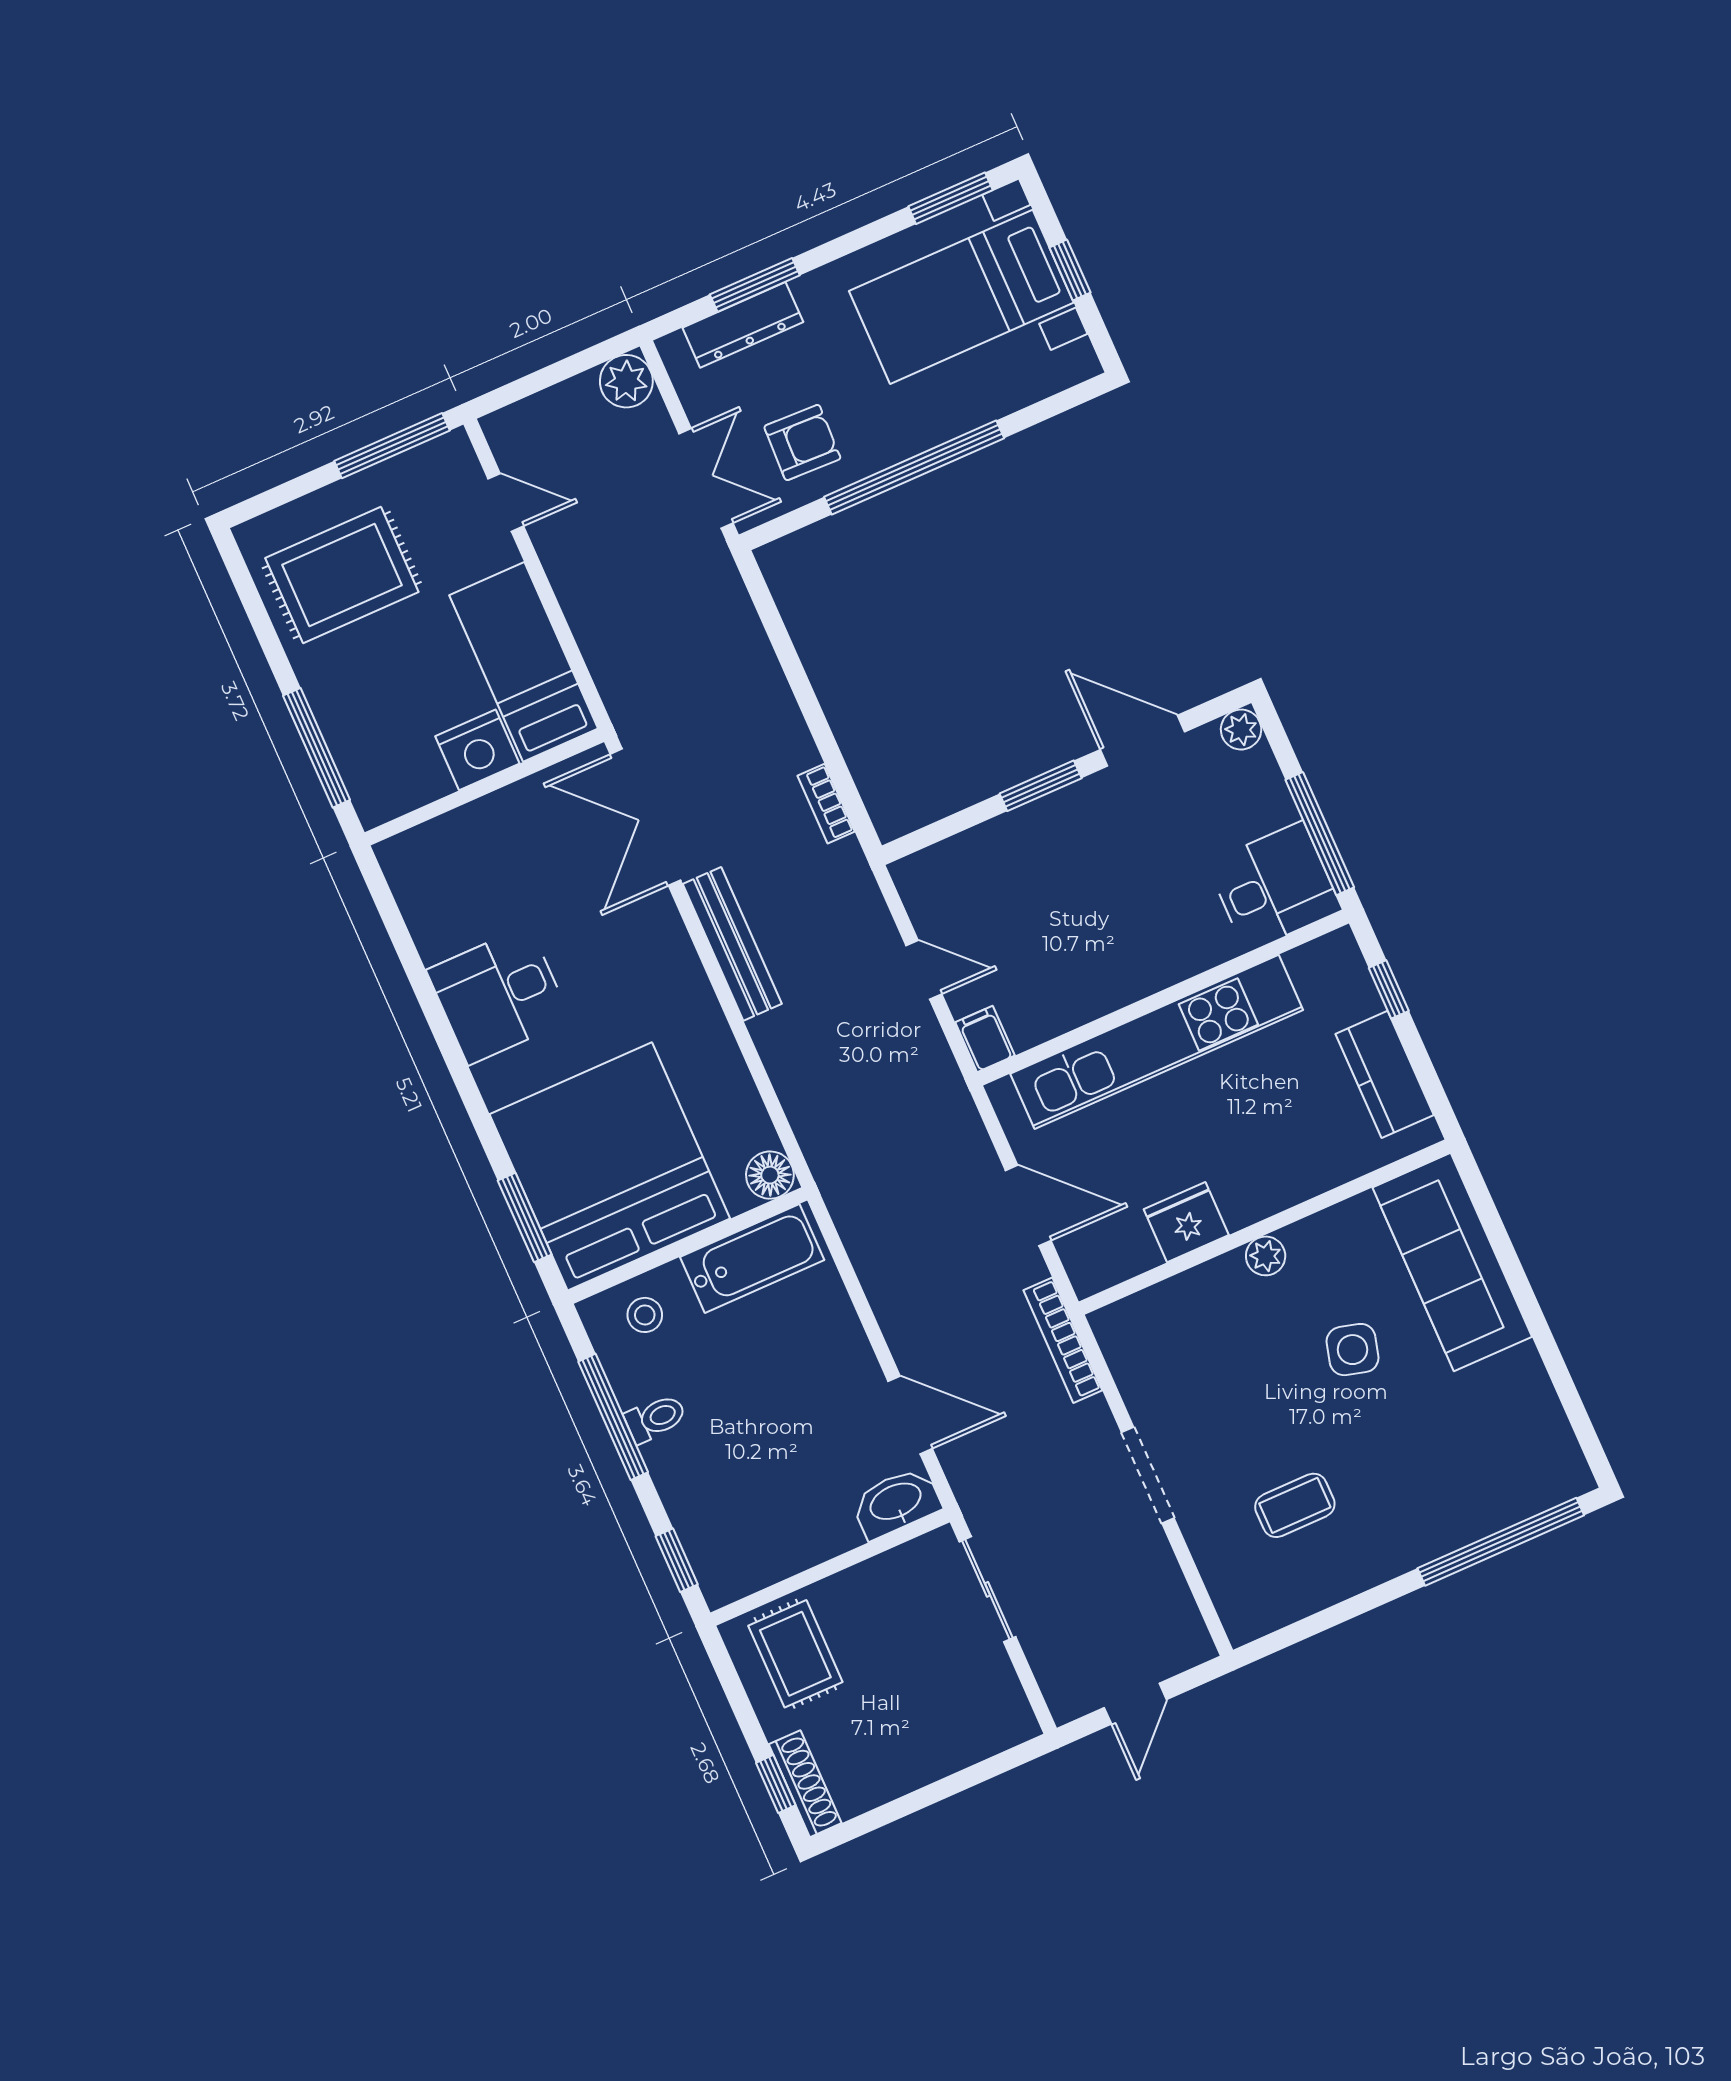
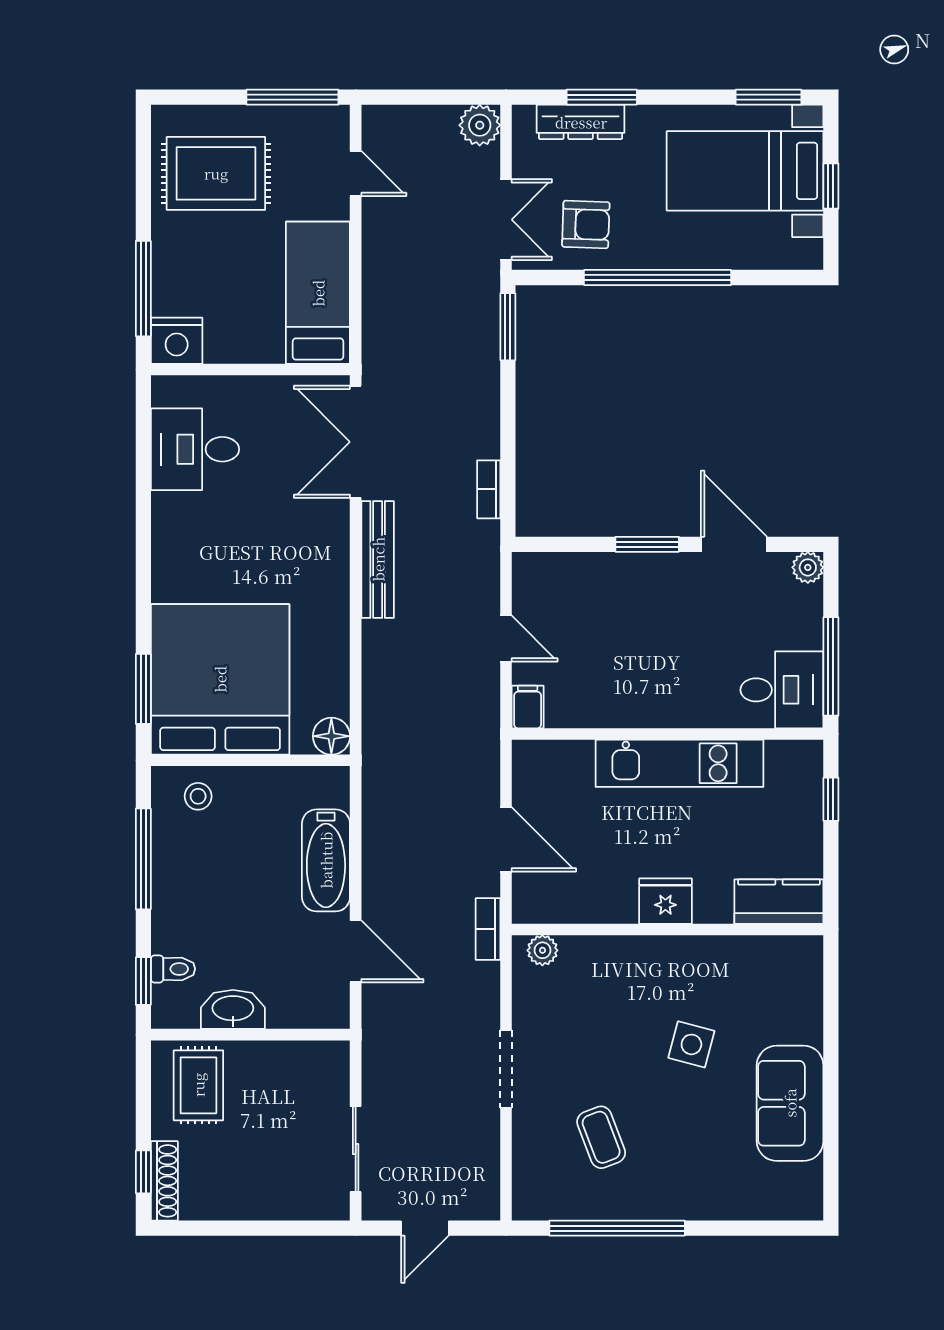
window: (764, 603) -> (508, 327), added
nightstand: (477, 750) -> (177, 341), moved
desk: (499, 995) -> (195, 449), moved
kitchen unit: (1157, 1042) -> (680, 763), width x0.73
kitchen counter: (1385, 1074) -> (779, 902), moved, turned 90
fridge: (1186, 1222) -> (665, 901), moved
plant: (1266, 1256) -> (542, 950), moved
bathtub: (752, 1258) -> (326, 860), moved, turned 90
sofa: (1452, 1262) -> (790, 1103), moved, width x0.73
bookcase: (1063, 1340) -> (488, 929), width x0.64
toilet: (655, 1418) -> (173, 969), moved
washbasin: (896, 1503) -> (233, 1009), moved
coffee table: (1295, 1505) -> (601, 1137), turned 69
window: (1501, 1542) -> (617, 1228), moved
sliding door: (987, 1589) -> (356, 1149), moved

